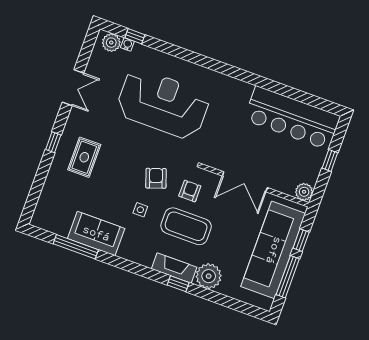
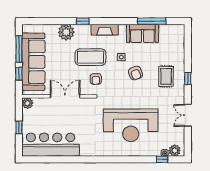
armchair: (156, 178) -> (135, 73), moved
fireplace: (174, 268) -> (105, 30), moved

